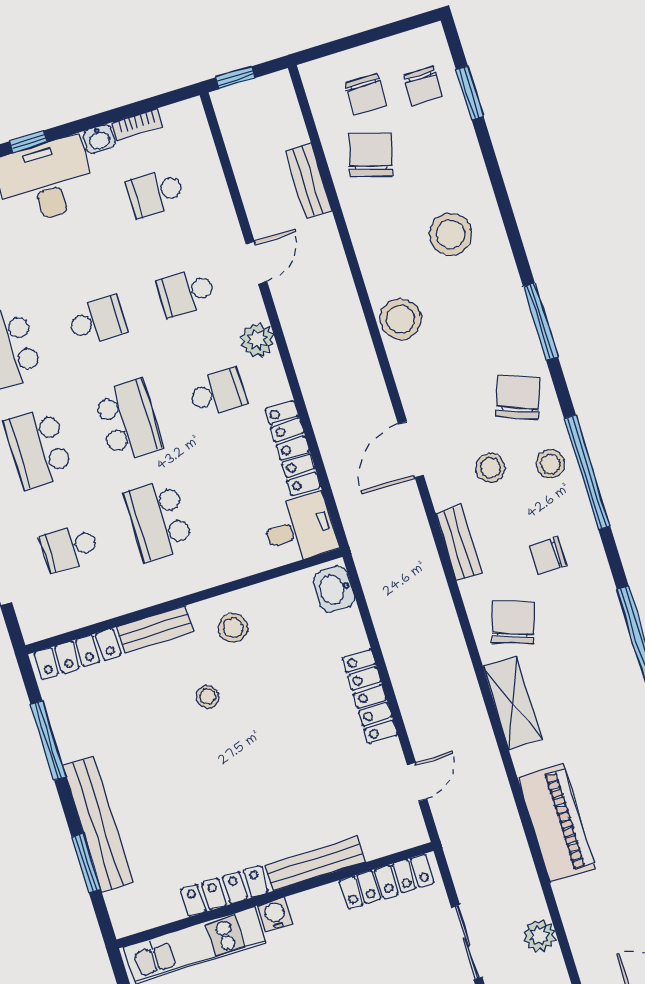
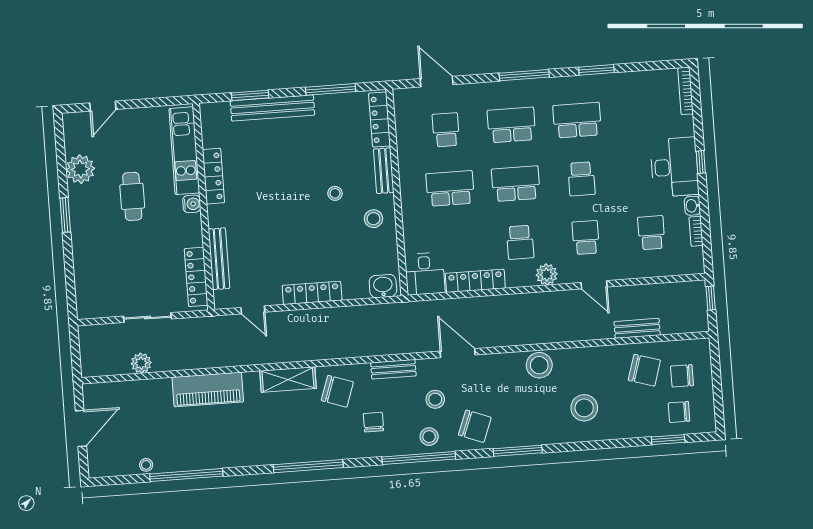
school desk: (128, 420) -> (516, 184), turned 180
bench: (315, 864) -> (219, 259), moved

